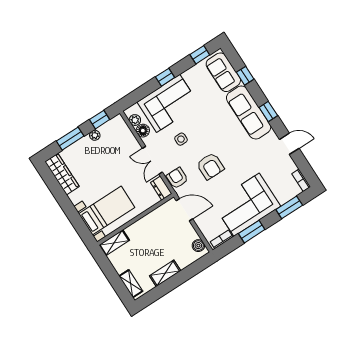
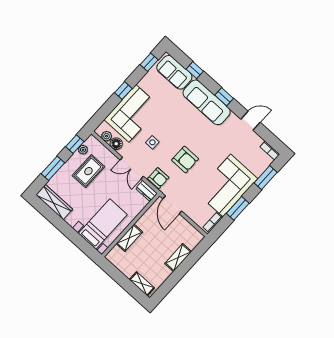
plant: (95, 135) -> (83, 150), moved
rug: (106, 151) -> (88, 171), added
armchair: (177, 178) -> (158, 178), turned 180
door: (184, 210) -> (172, 205), swing flipped
shelving: (114, 243) -> (129, 238), moved
boiler: (198, 246) -> (193, 234), removed
shelving: (165, 273) -> (178, 258), moved

